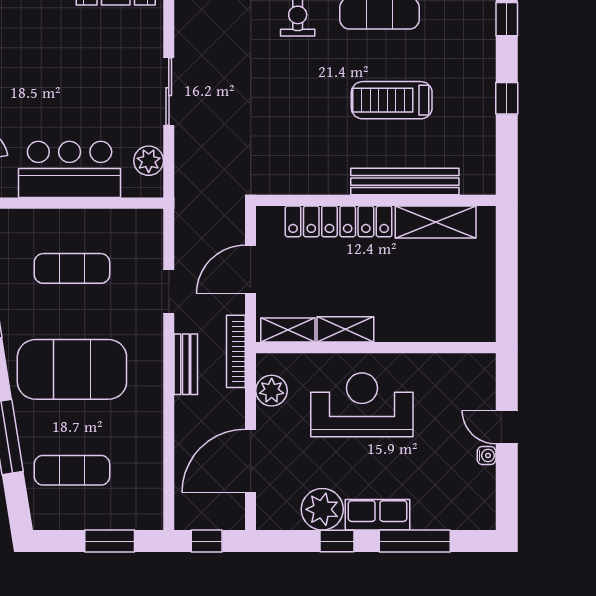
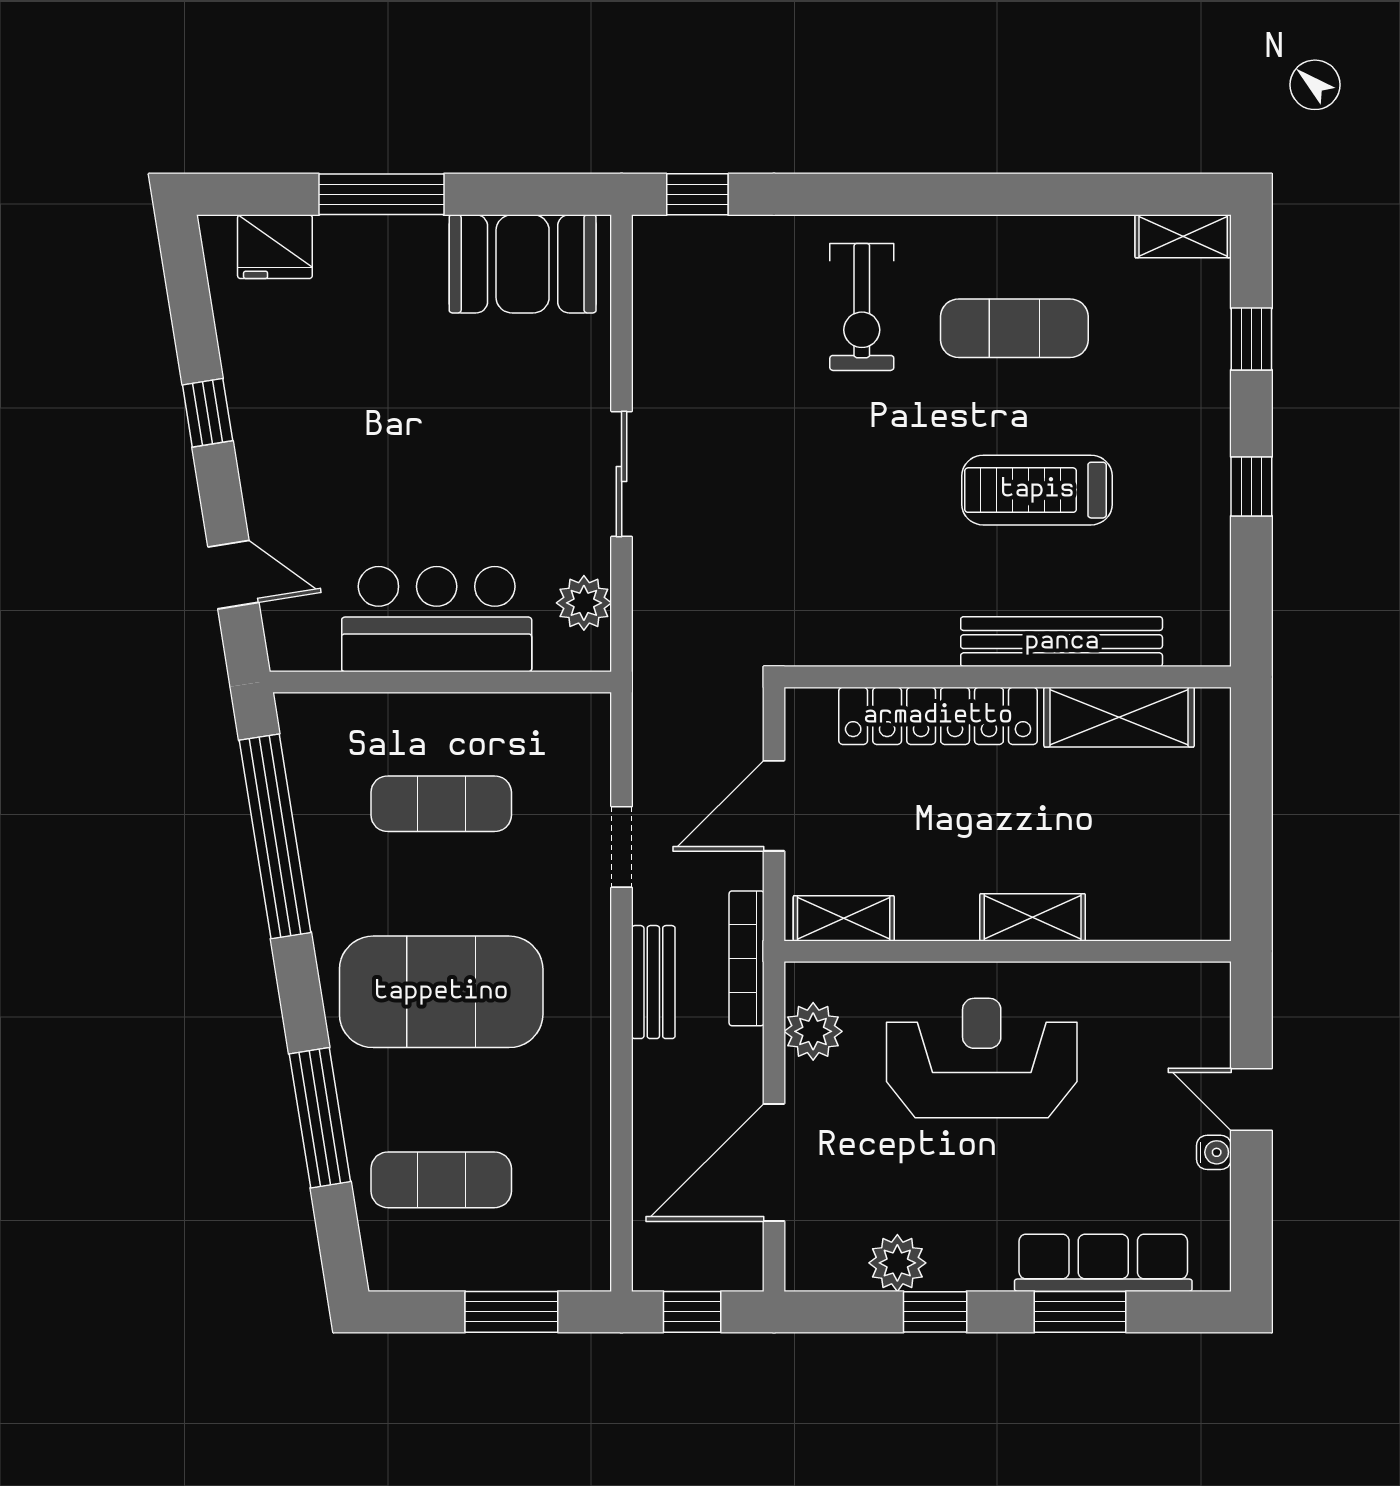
shelving: (345, 329) -> (1033, 917), moved
plant: (322, 509) -> (897, 1263), width x0.73, depth x0.73
row of seats: (378, 515) -> (1103, 1263), moved, width x1.48
window: (415, 541) -> (1080, 1312), width x0.69

